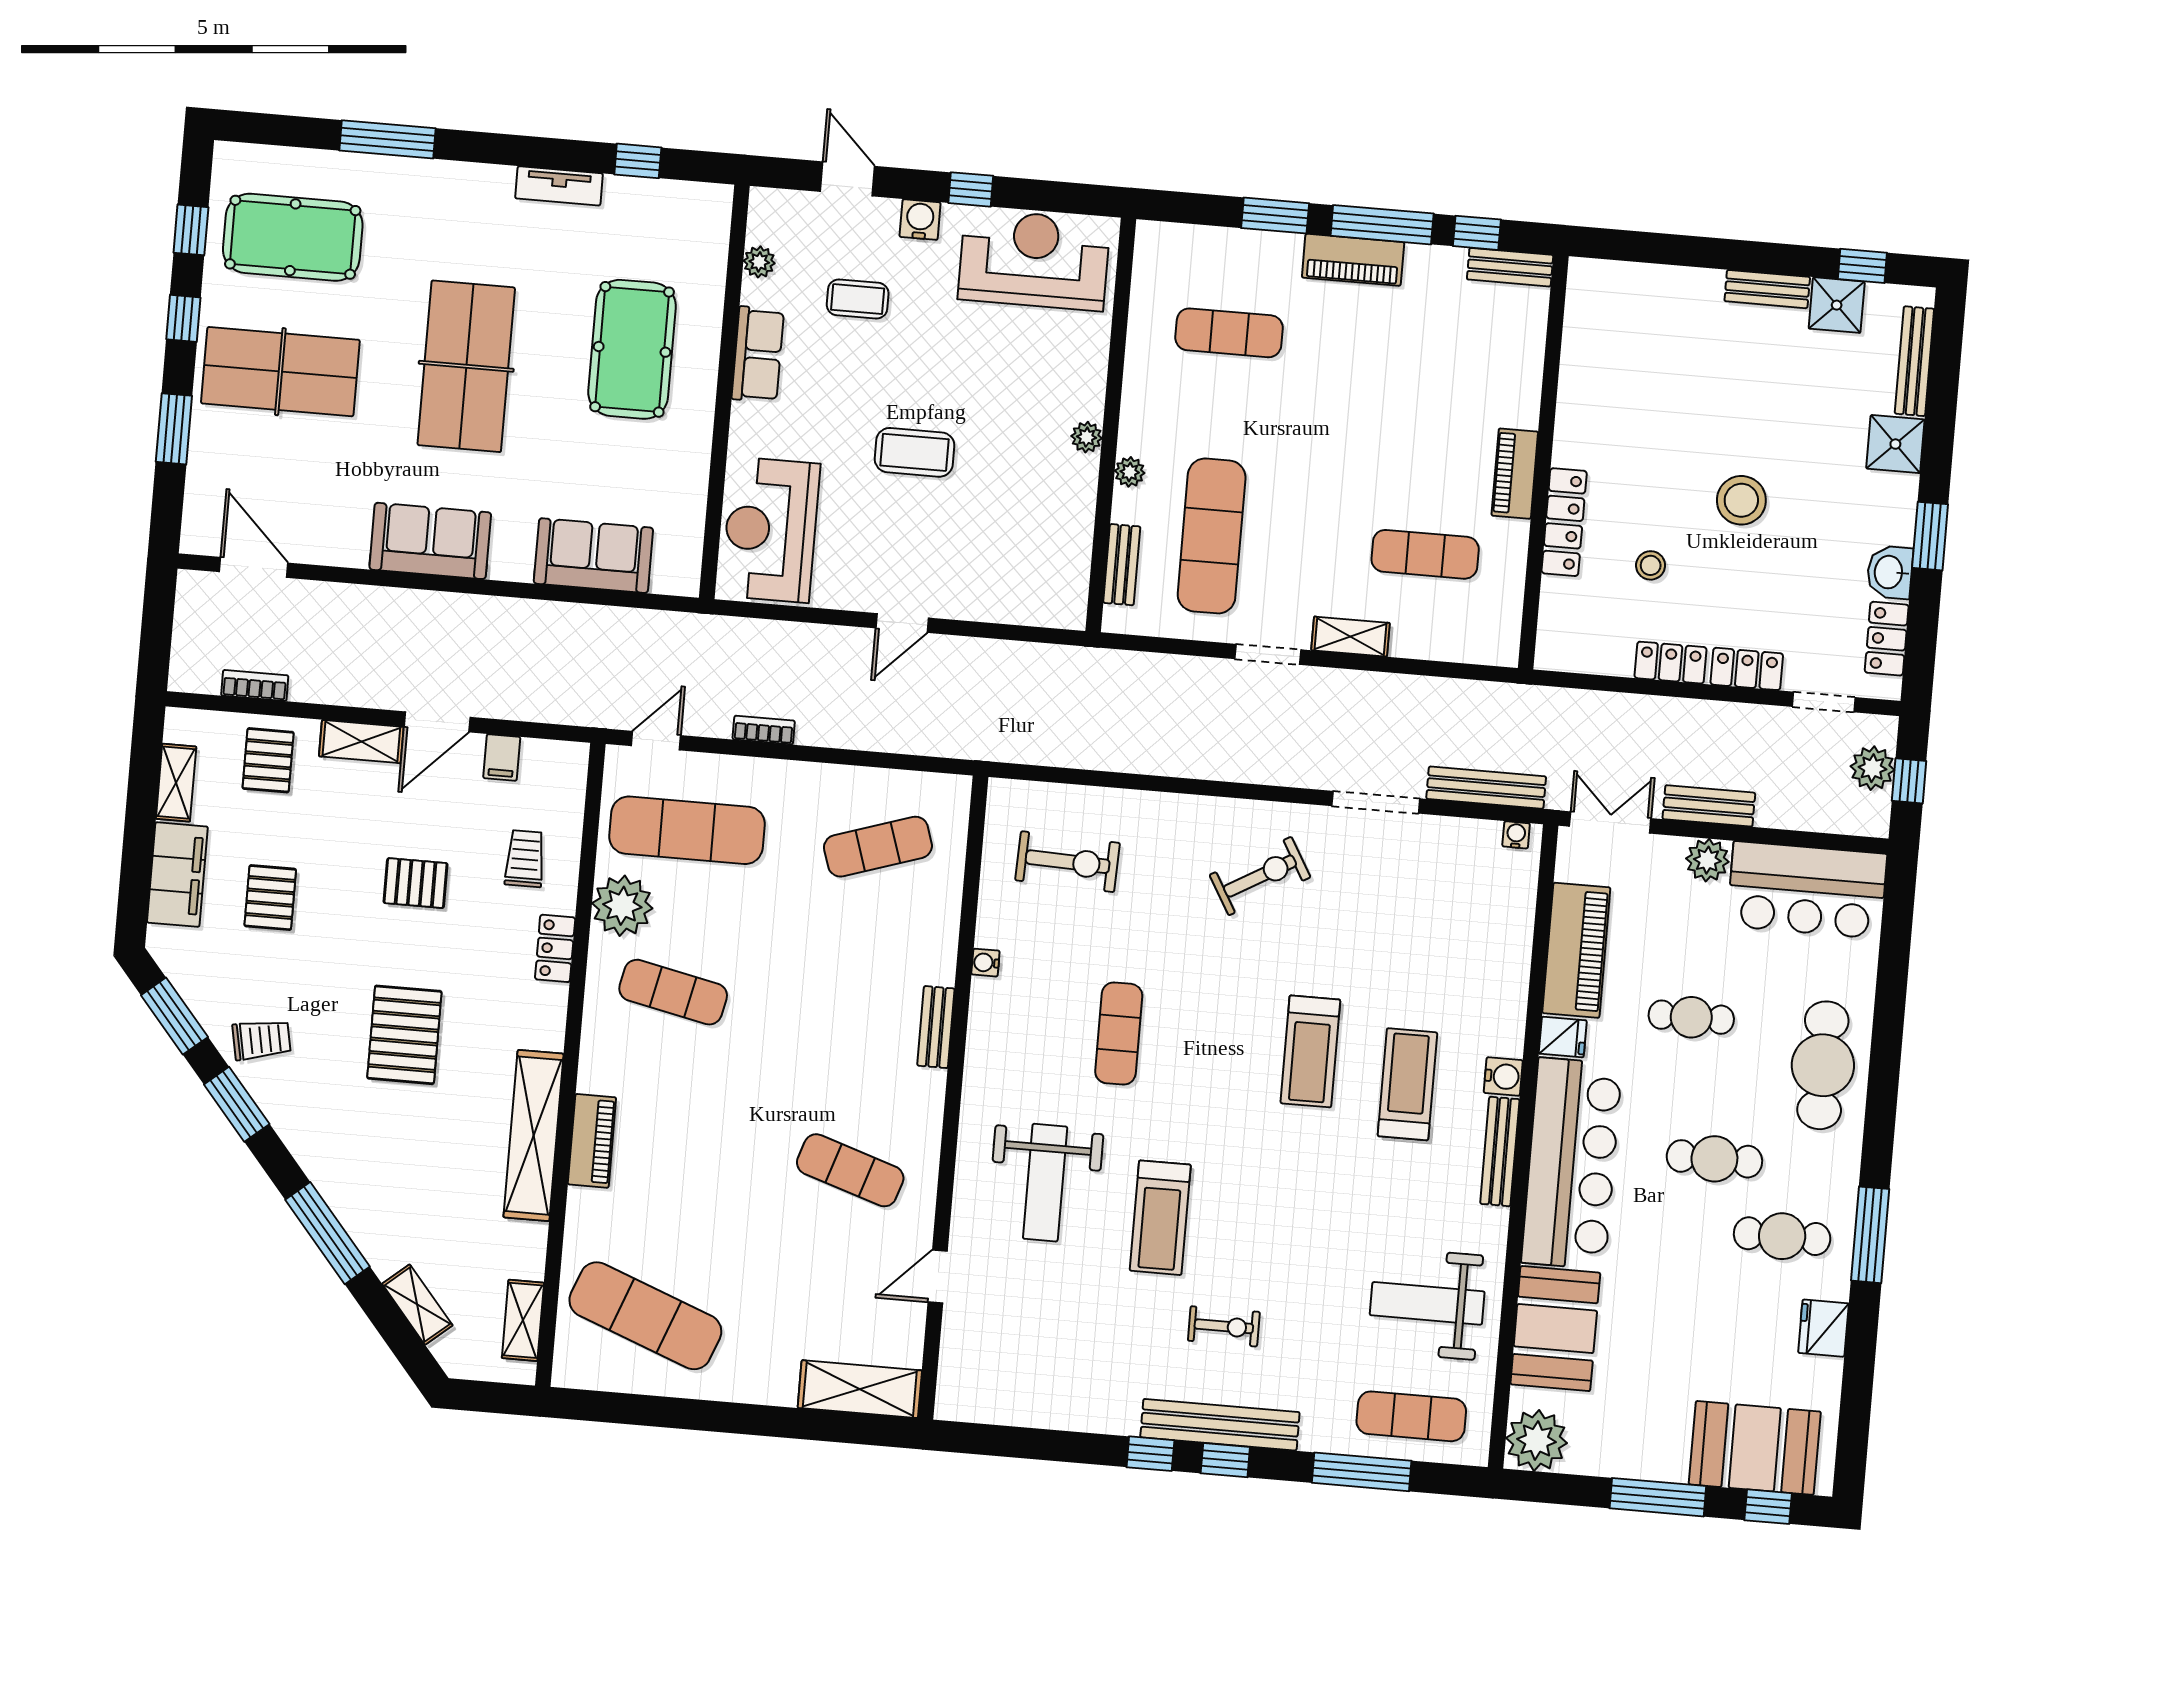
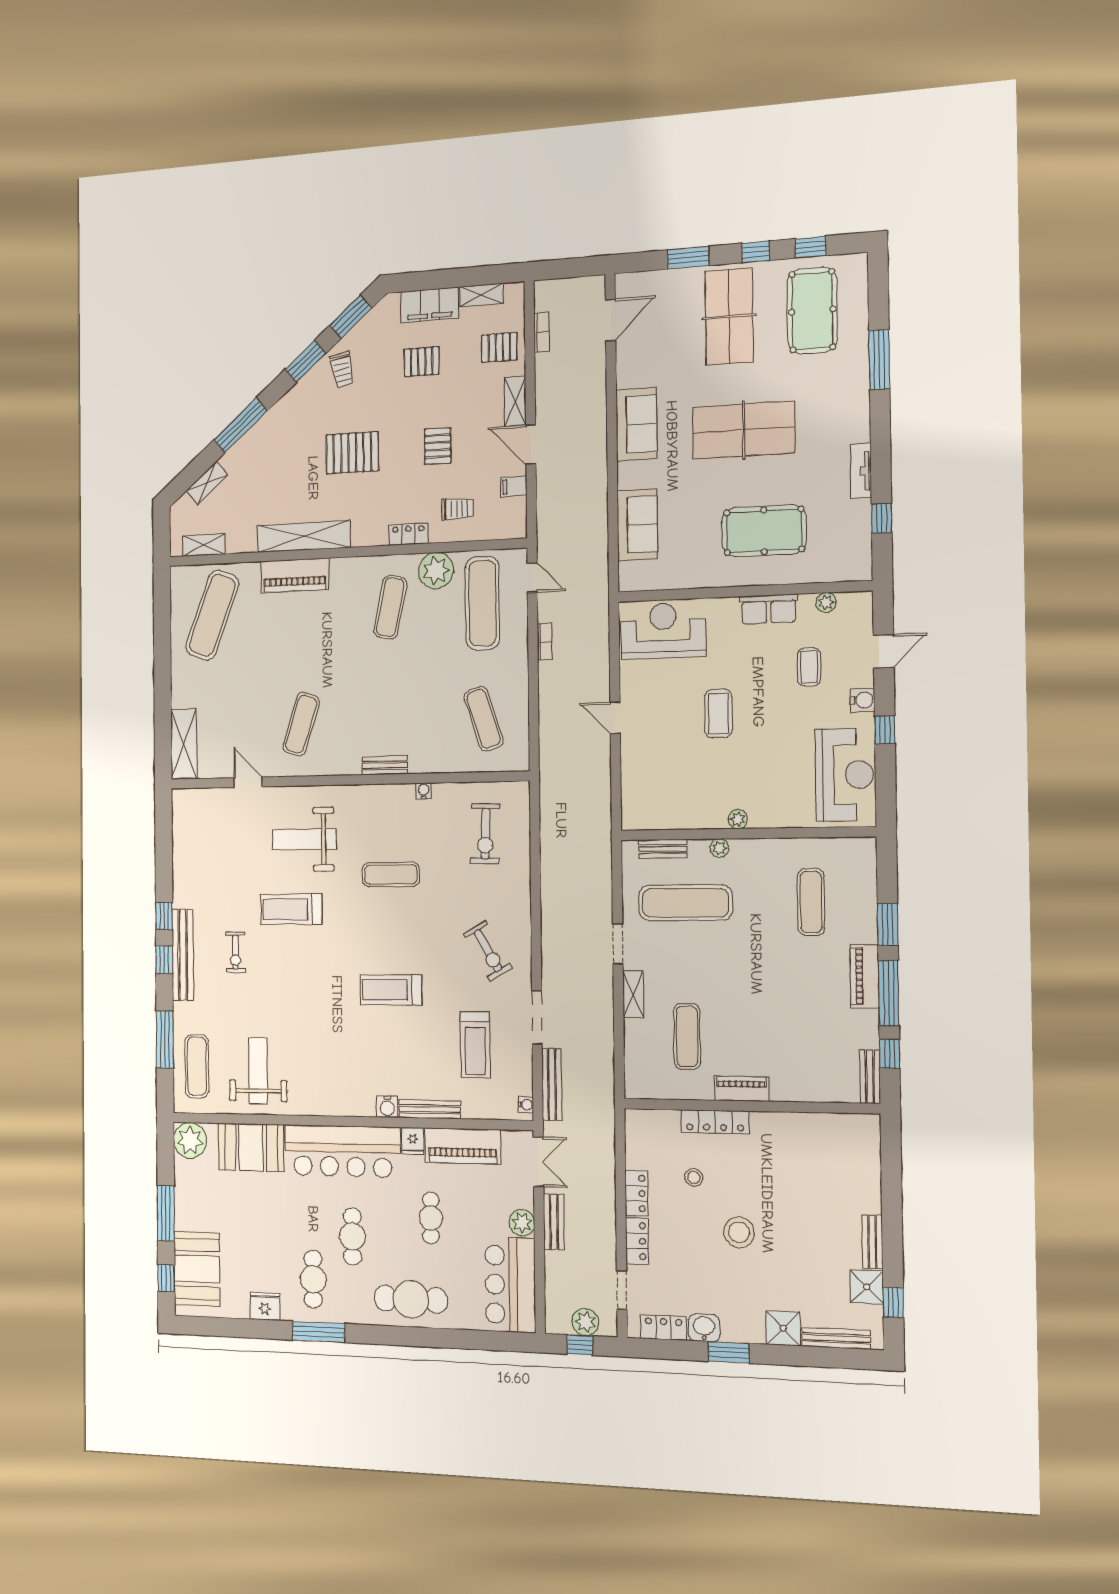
treadmill: (1407, 1084) -> (475, 1045), moved, turned 90
piano: (592, 1141) -> (295, 575), width x1.37, depth x1.33
bench: (1500, 1151) -> (430, 1109), moved

